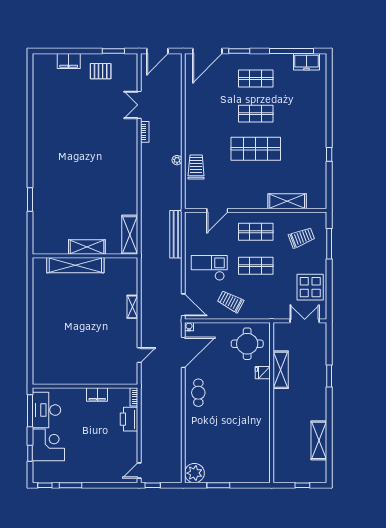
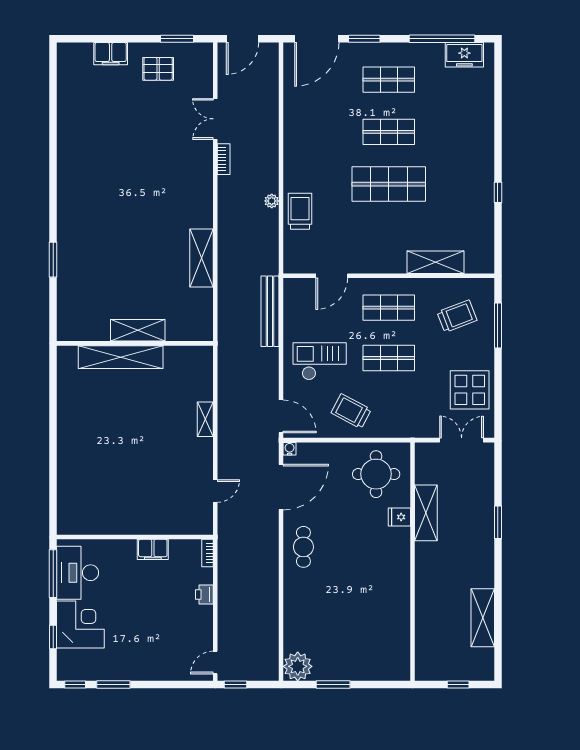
shelving: (130, 235) -> (201, 258), moved
printer: (129, 419) -> (204, 595), width x0.53, depth x0.68

